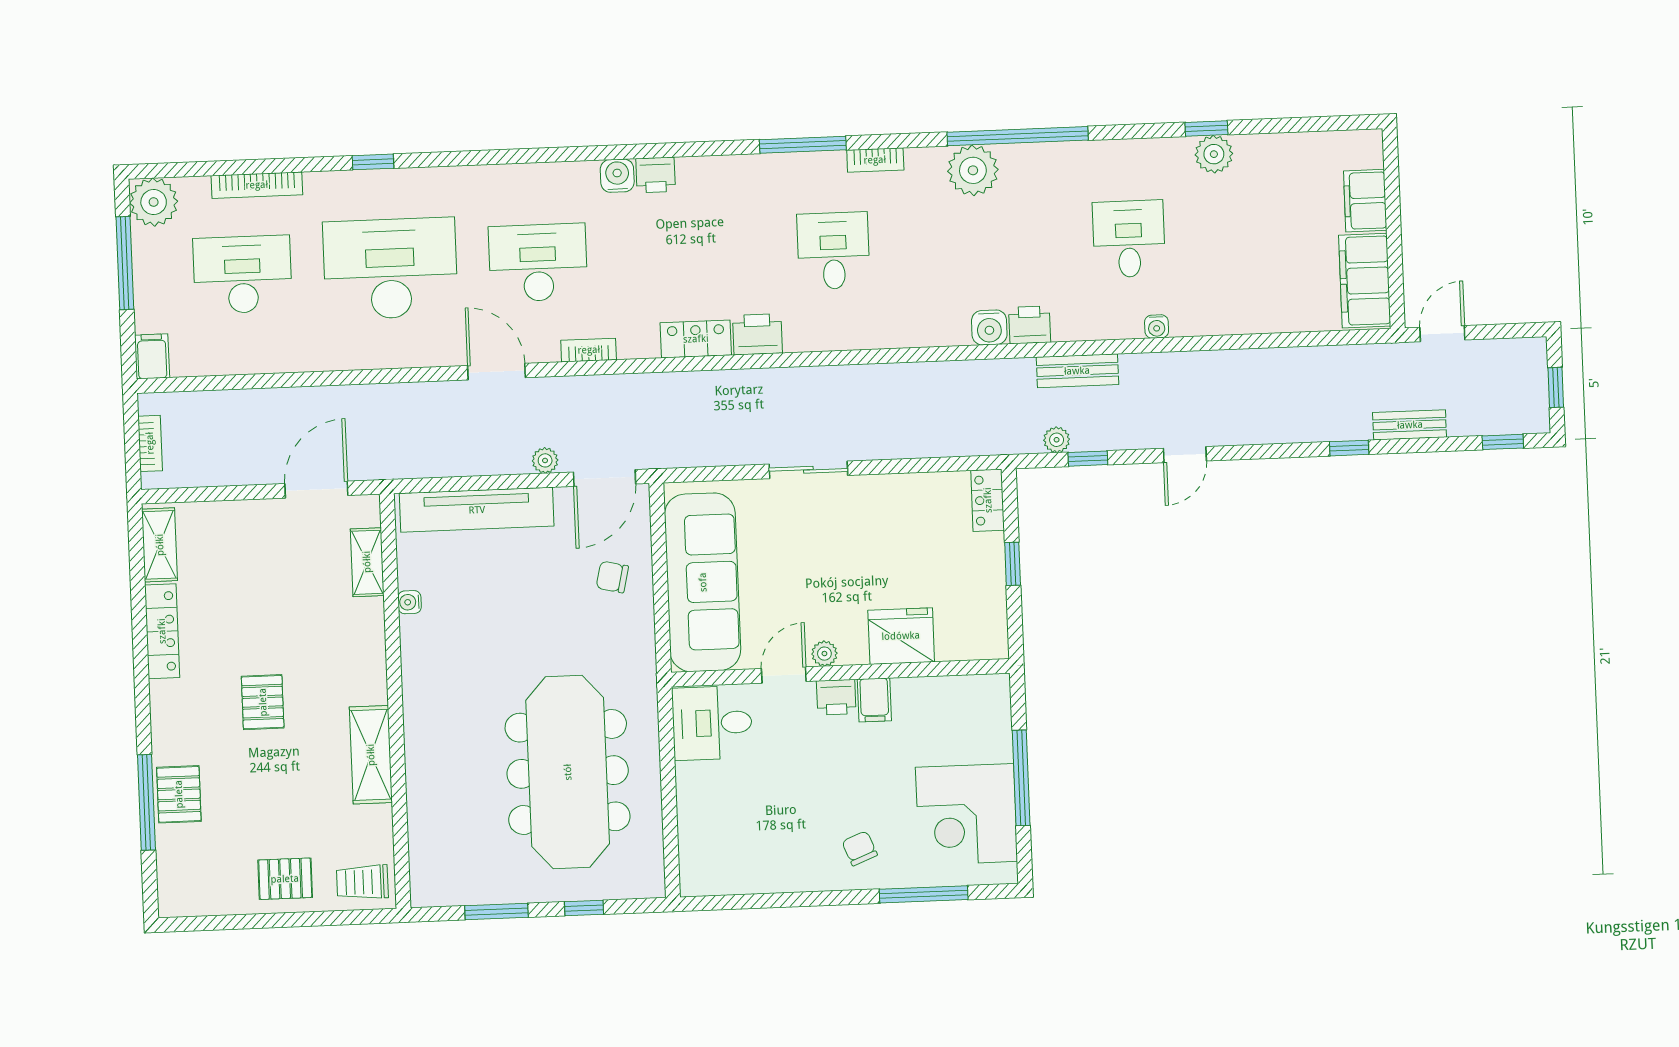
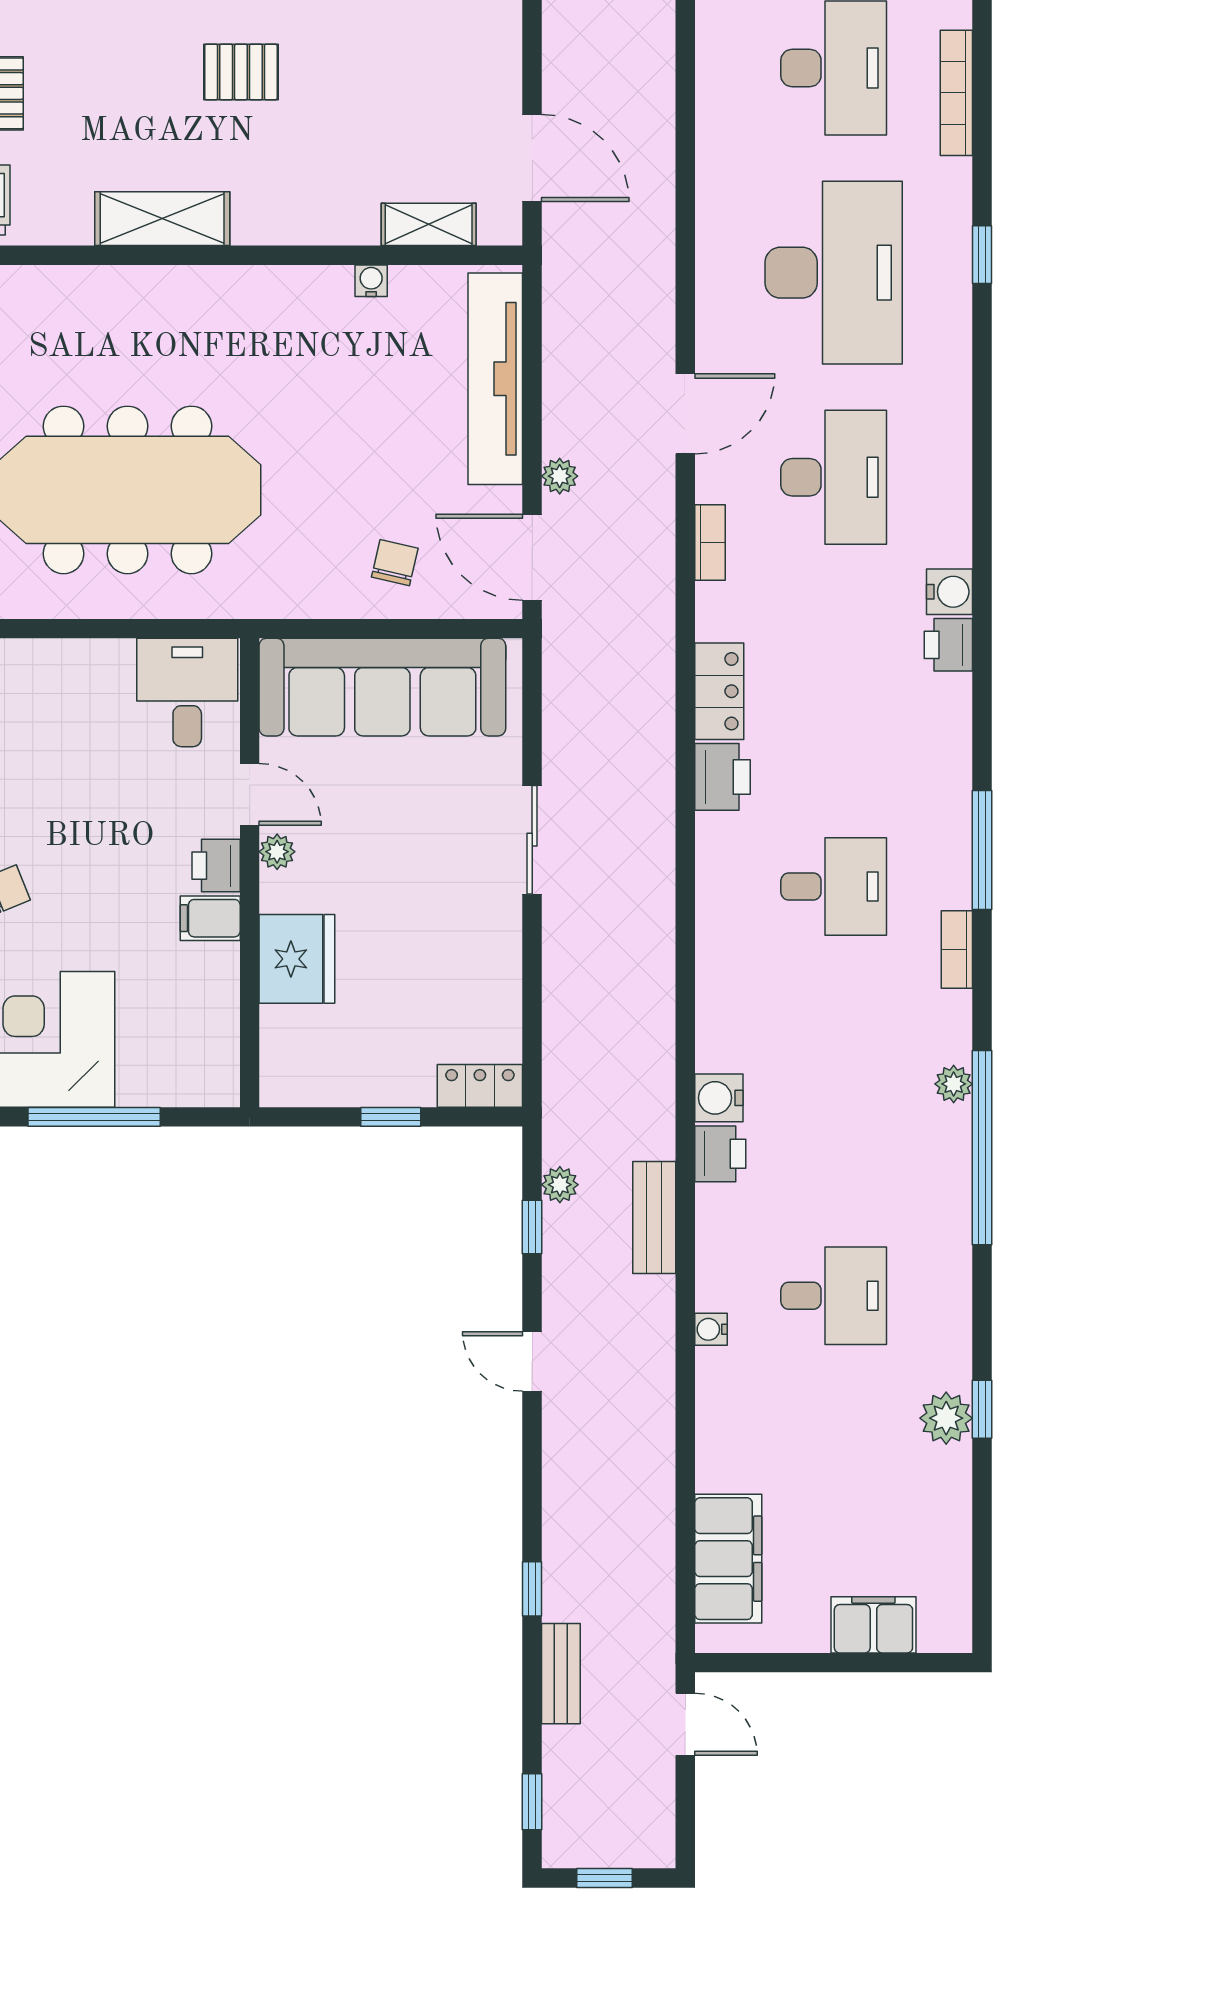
plant: (973, 170) -> (954, 1084), width x0.53, depth x0.53
filing cabinet: (1365, 281) -> (728, 1559), moved, turned 90

